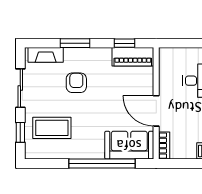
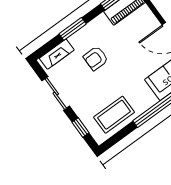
armchair: (76, 83) -> (96, 58), turned -90
coffee table: (52, 128) -> (114, 115), moved

